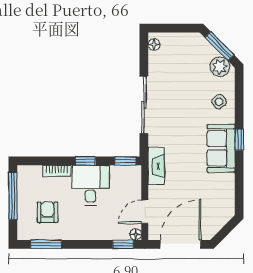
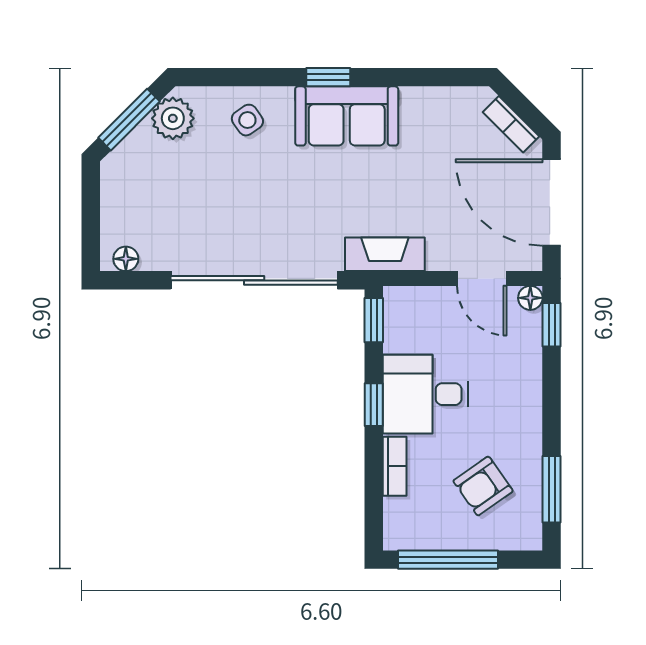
sliding door: (144, 105) -> (254, 280), width x1.36
armchair: (47, 212) -> (483, 486), turned -35
bookcase: (217, 225) -> (511, 124), added

